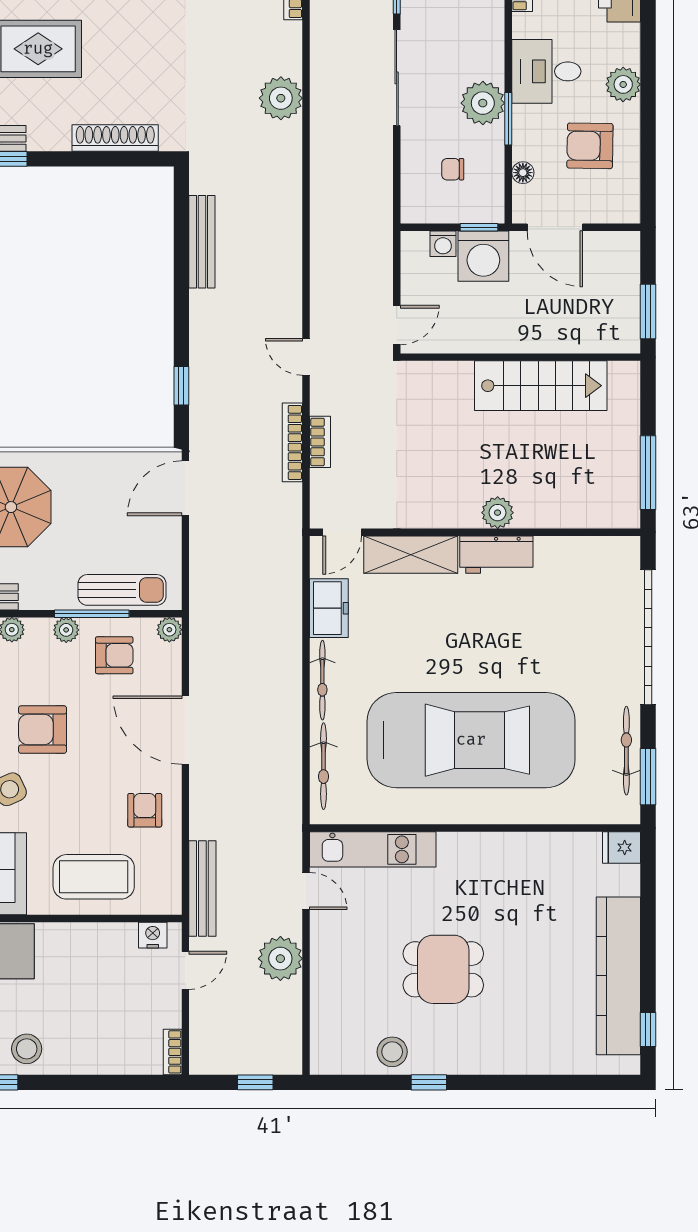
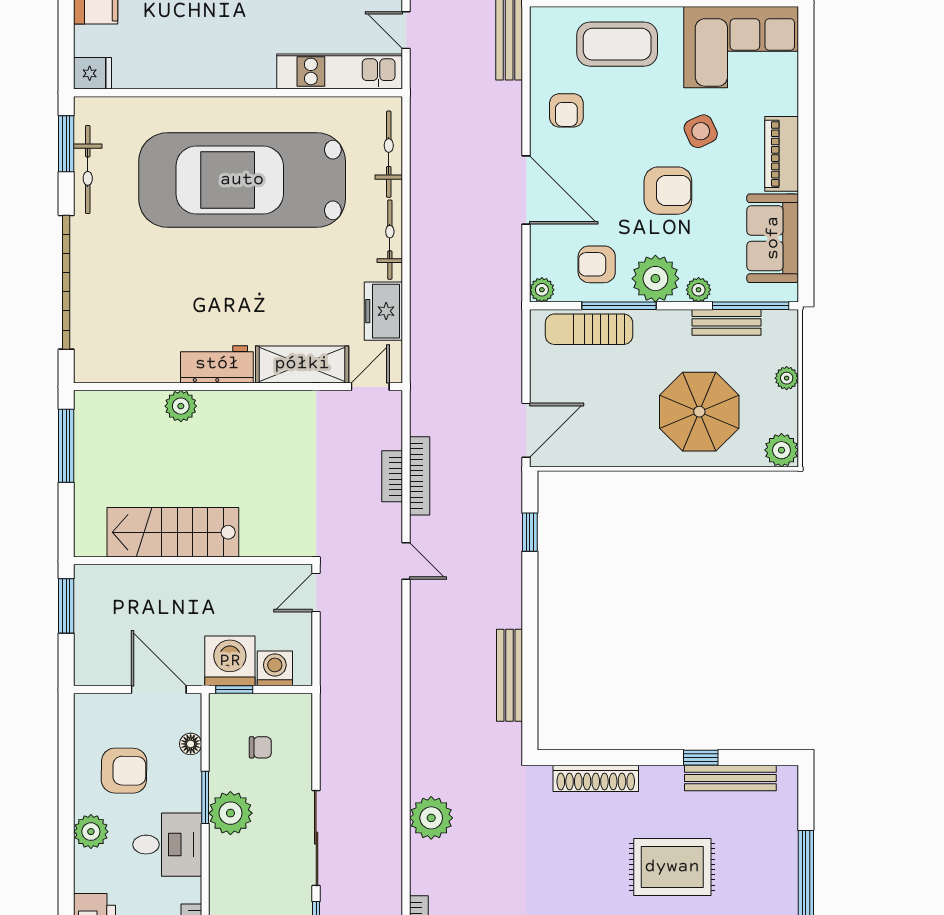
washing machine: (443, 244) -> (275, 668), width x1.38, depth x1.38
plant: (498, 513) -> (181, 406), moved
plant: (66, 630) -> (655, 279), width x1.88, depth x1.88

